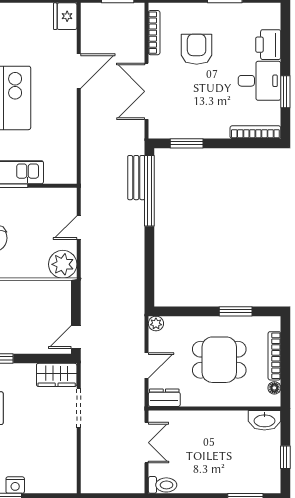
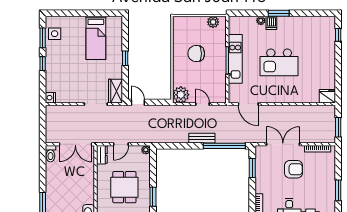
armchair: (197, 49) -> (294, 169), moved
door: (79, 71) -> (248, 104), moved
bench: (136, 178) -> (202, 138), moved
door: (147, 366) -> (121, 144), hinge flipped
double door: (147, 443) -> (75, 144), width x1.37
nightstand: (15, 485) -> (50, 98), moved

